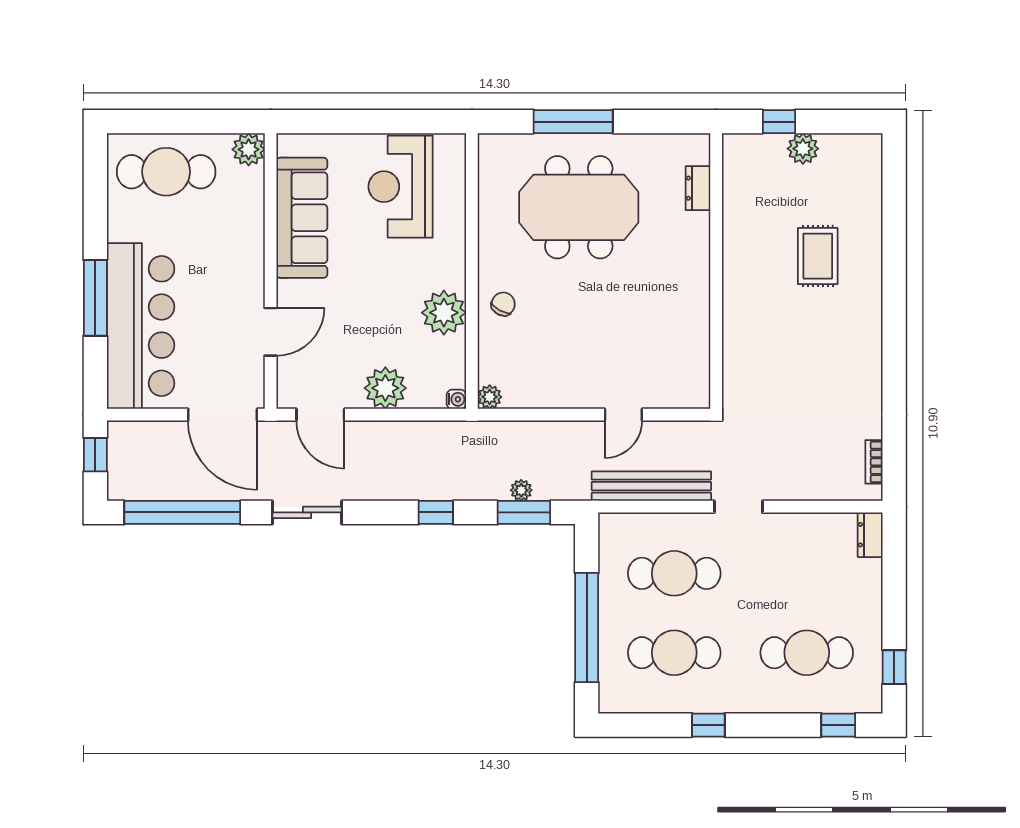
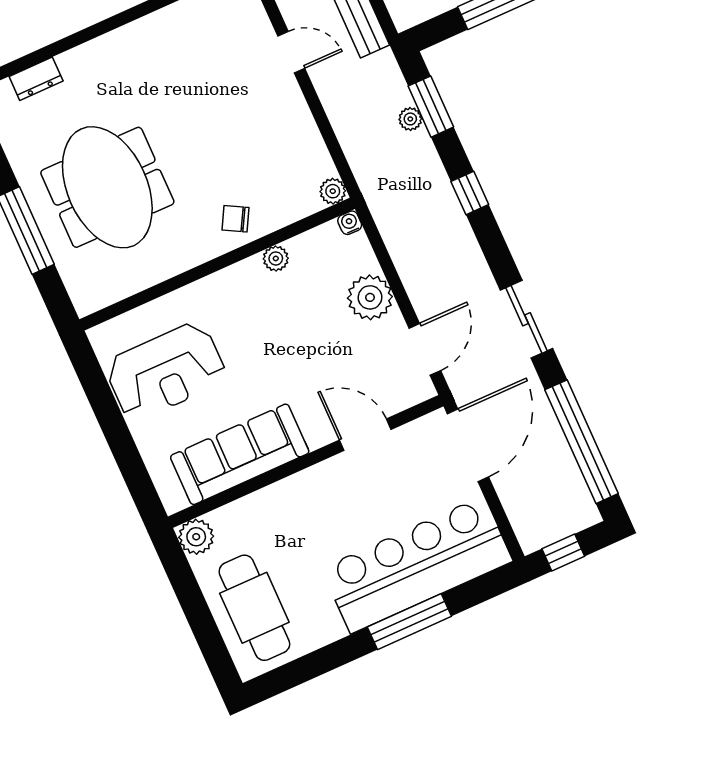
plant: (444, 313) -> (276, 258), width x0.53, depth x0.53

